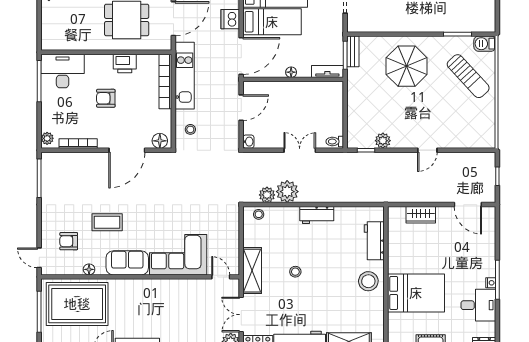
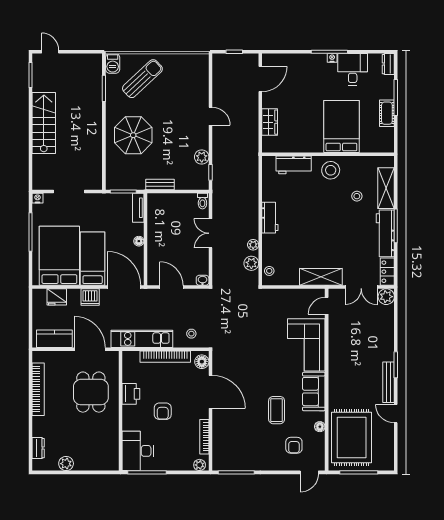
bench: (353, 51) -> (160, 184), moved
bookcase: (165, 81) -> (165, 357), moved
plant: (287, 192) -> (253, 245), width x0.53, depth x0.53
stool: (295, 272) -> (357, 196), moved

